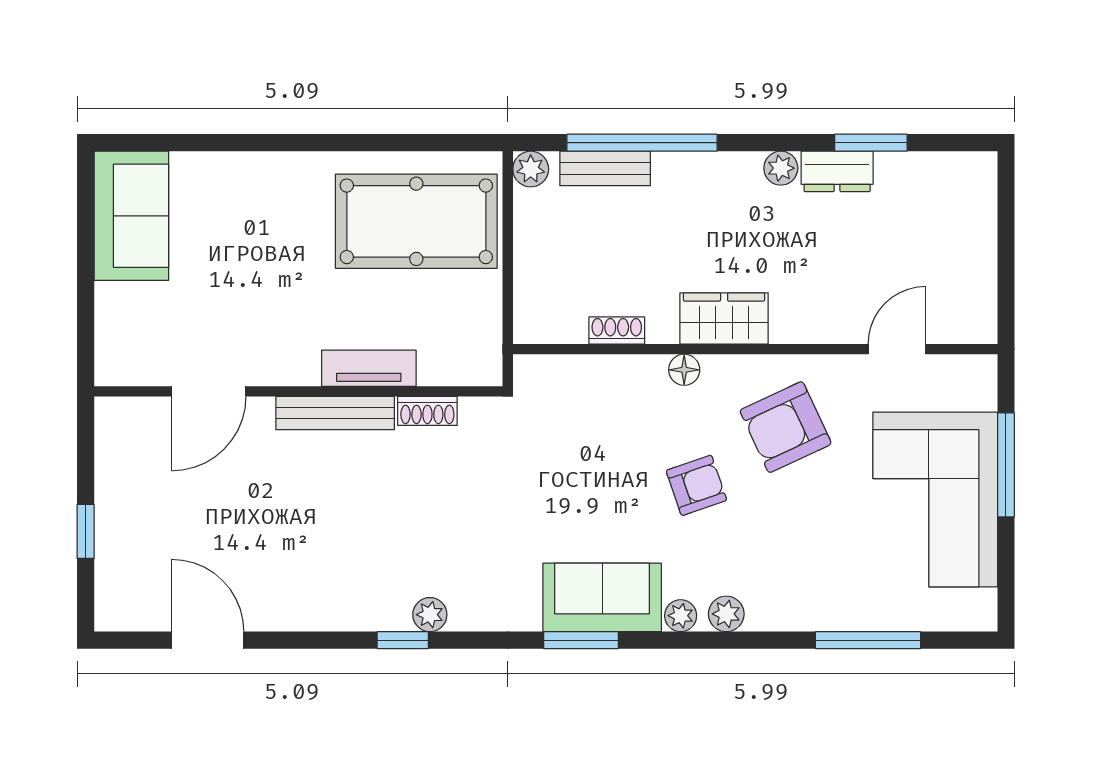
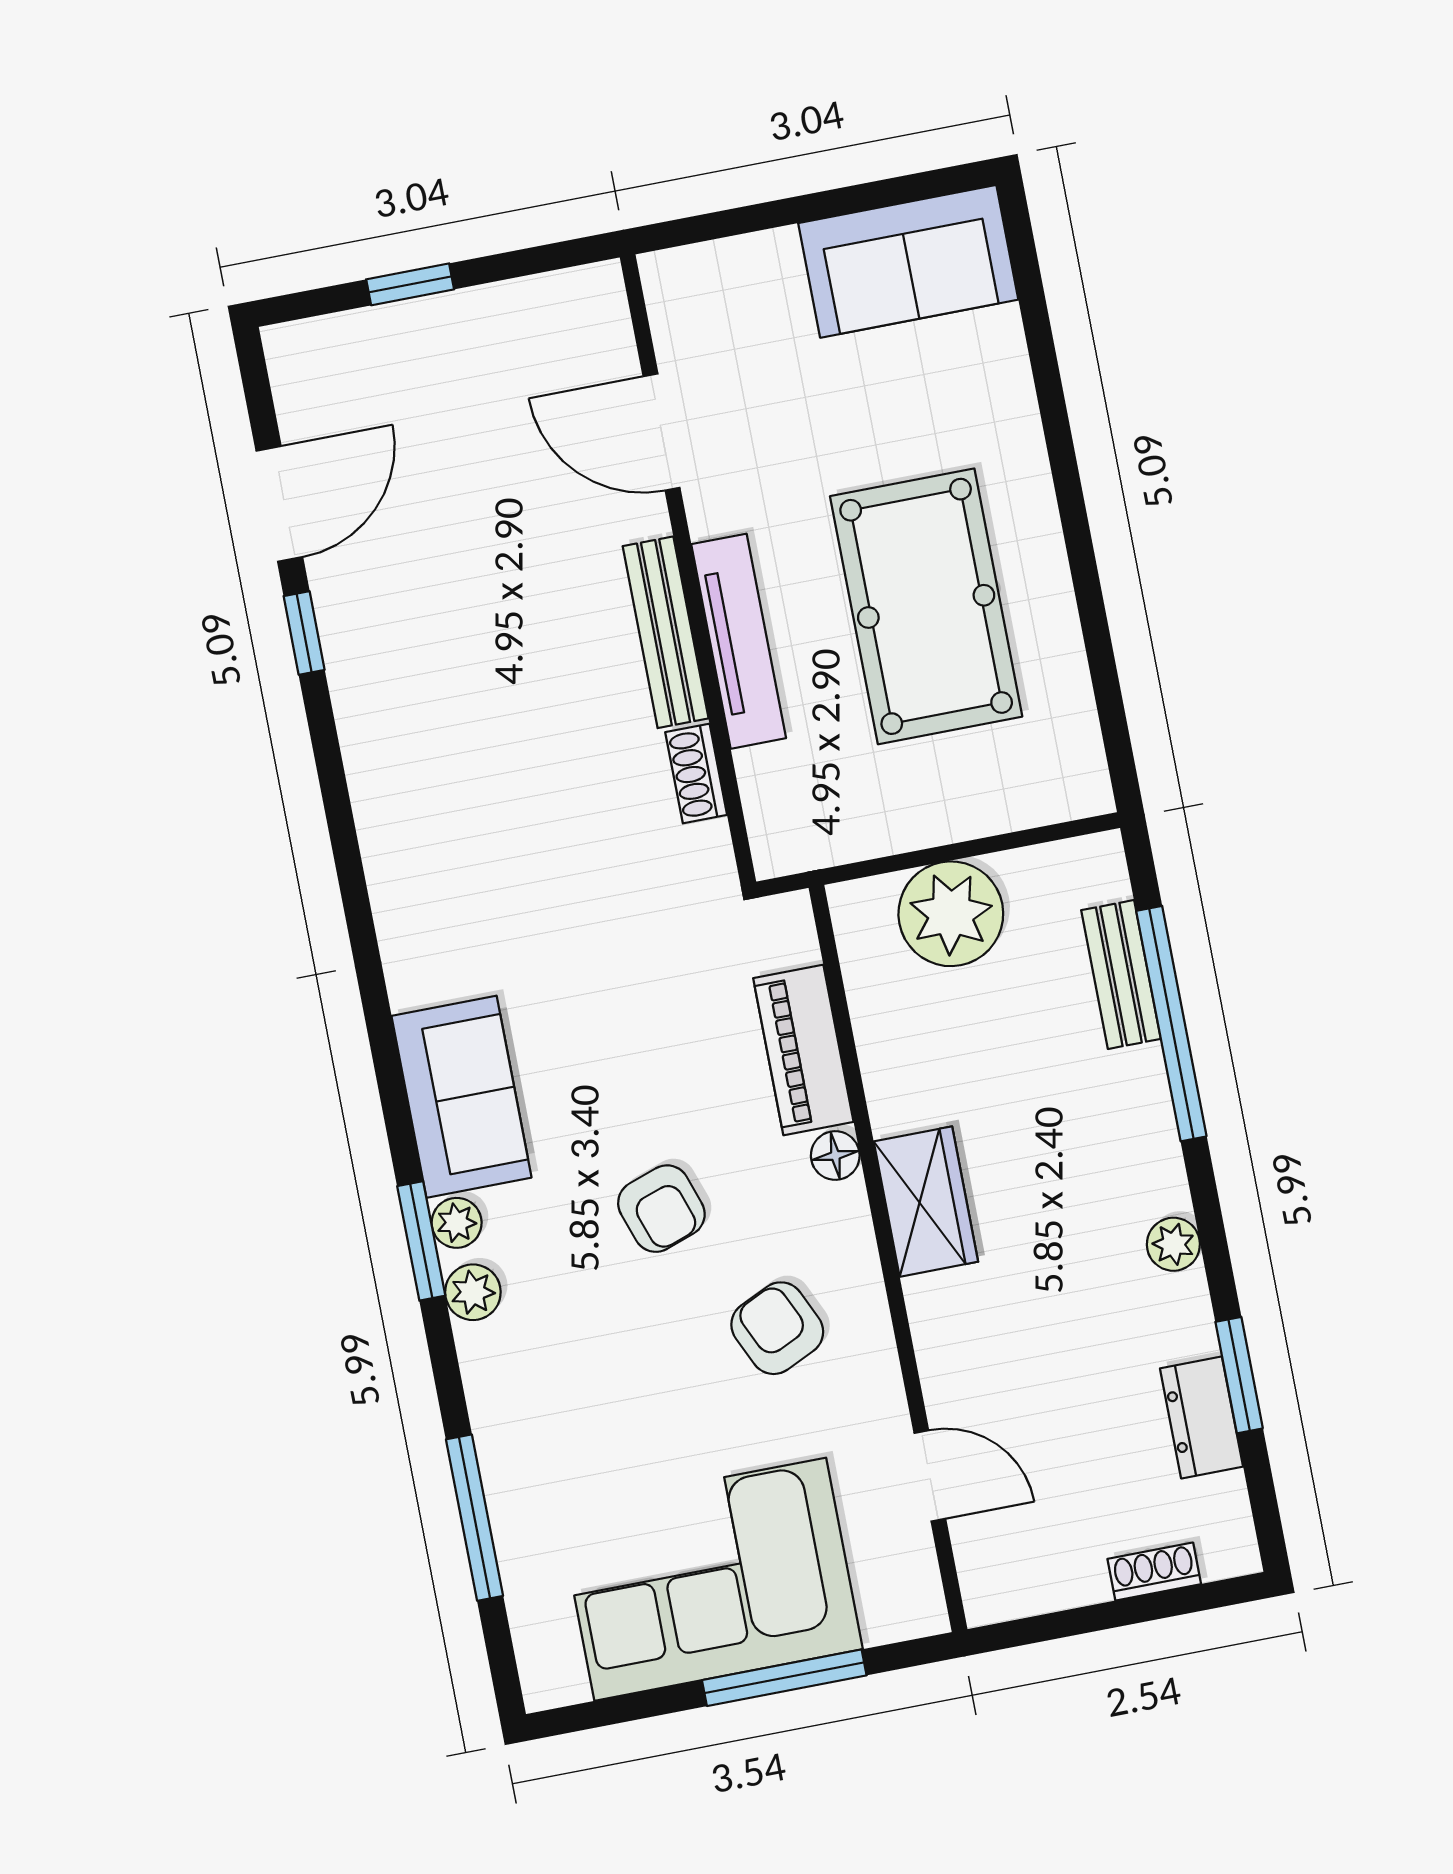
plant: (531, 169) -> (951, 914), moved, width x1.87, depth x1.87
dresser: (837, 171) -> (1202, 1417), moved
pool table: (416, 221) -> (926, 606), moved
shoe rack: (617, 330) -> (1154, 1571), moved, turned -90
tv unit: (369, 368) -> (739, 641), width x1.41
piano: (614, 377) -> (803, 1050), added
armchair: (786, 427) -> (777, 1328), width x0.72, depth x0.72
plant: (430, 615) -> (384, 837), removed
window: (403, 640) -> (304, 633), moved
window: (581, 640) -> (421, 1241), moved

